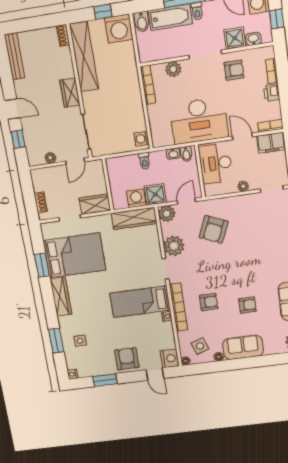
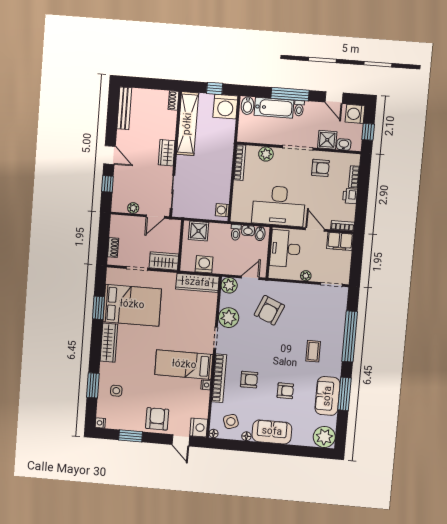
toilet: (144, 161) -> (236, 232), moved
shower: (155, 194) -> (199, 231), moved
coffee table: (267, 260) -> (313, 351), added

